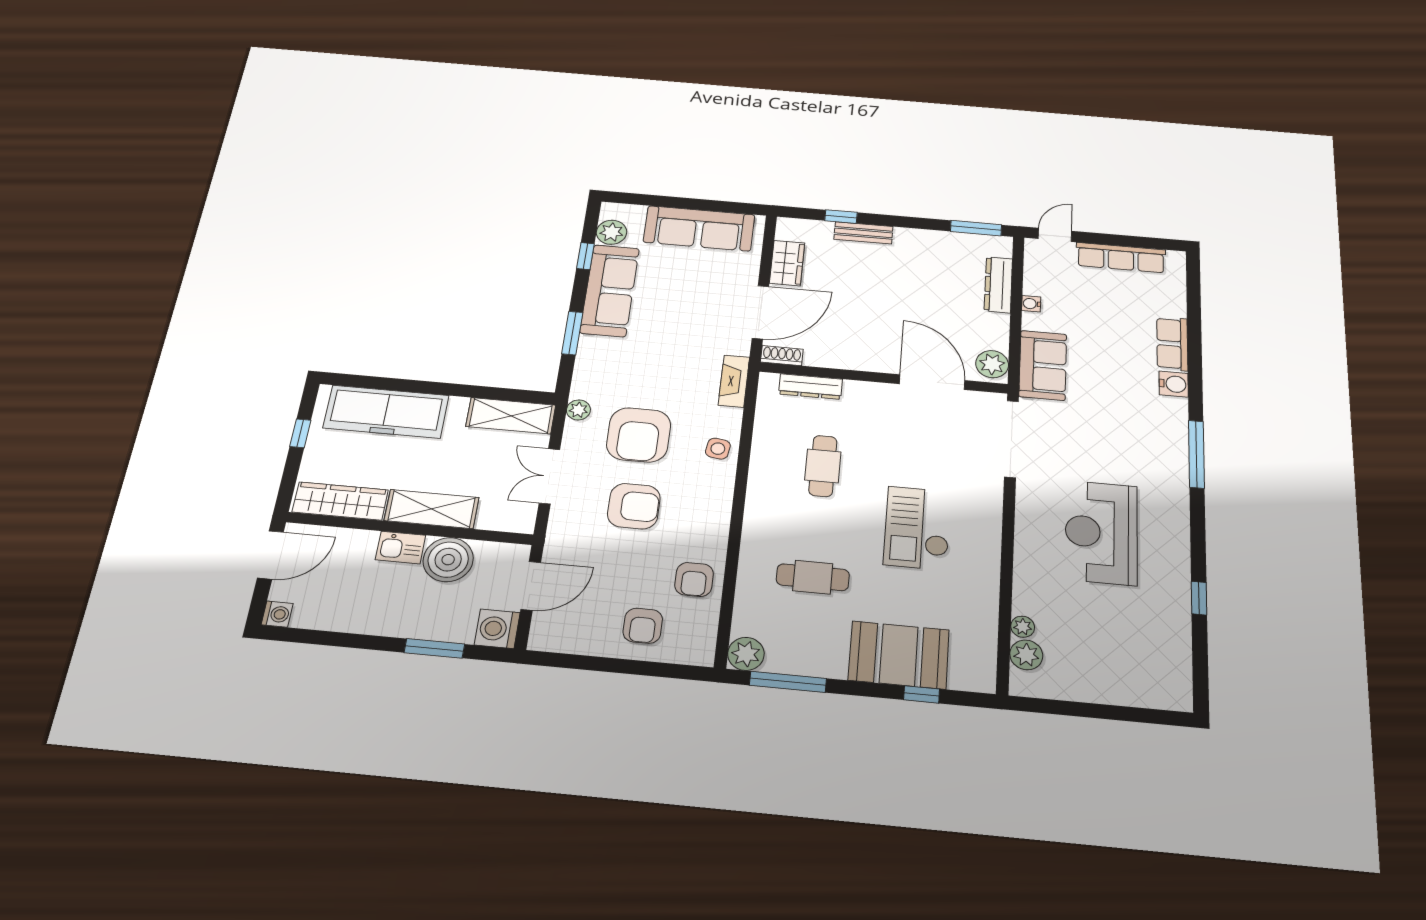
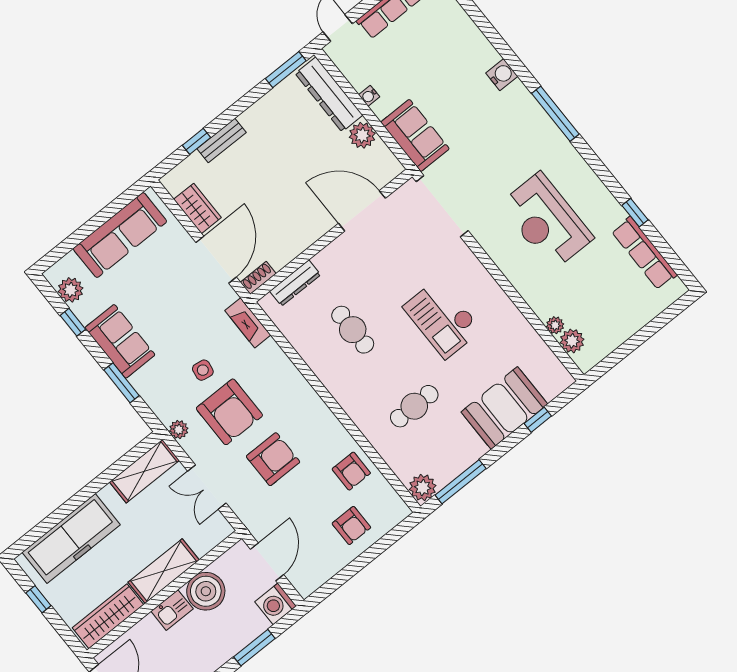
dresser: (998, 285) -> (329, 94), width x1.37, depth x1.24
sofa: (610, 290) -> (120, 341), width x0.73
row of seats: (1172, 344) -> (644, 253), moved, width x1.48
plant: (992, 364) -> (362, 135), moved
side table: (718, 449) -> (203, 370), moved

